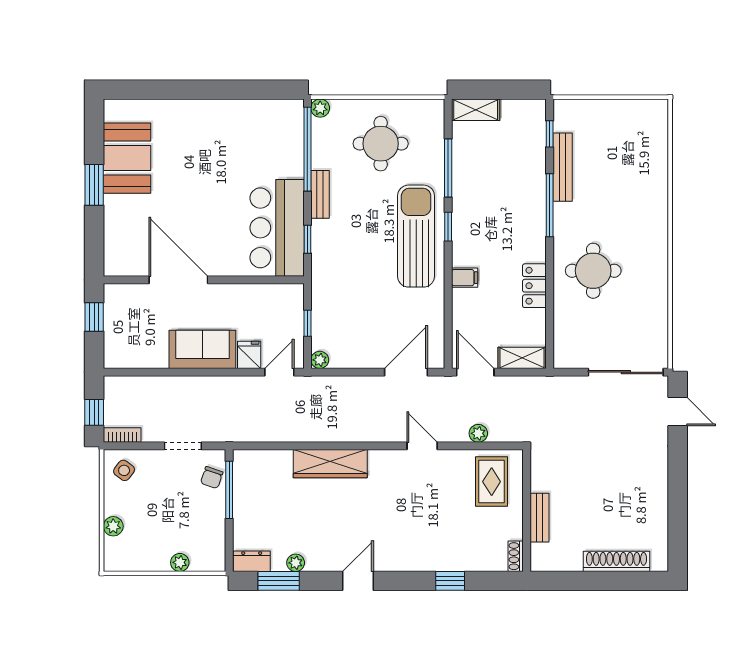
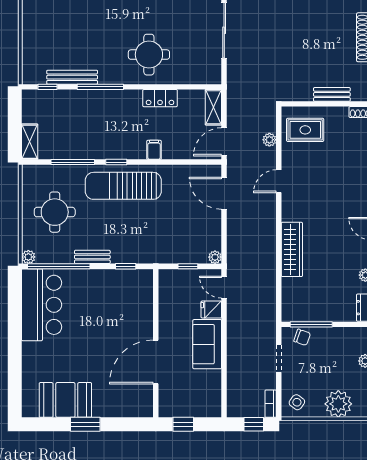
bar counter: (277, 228) -> (42, 305), moved, turned -90
plant: (113, 526) -> (338, 404), width x1.88, depth x1.88

